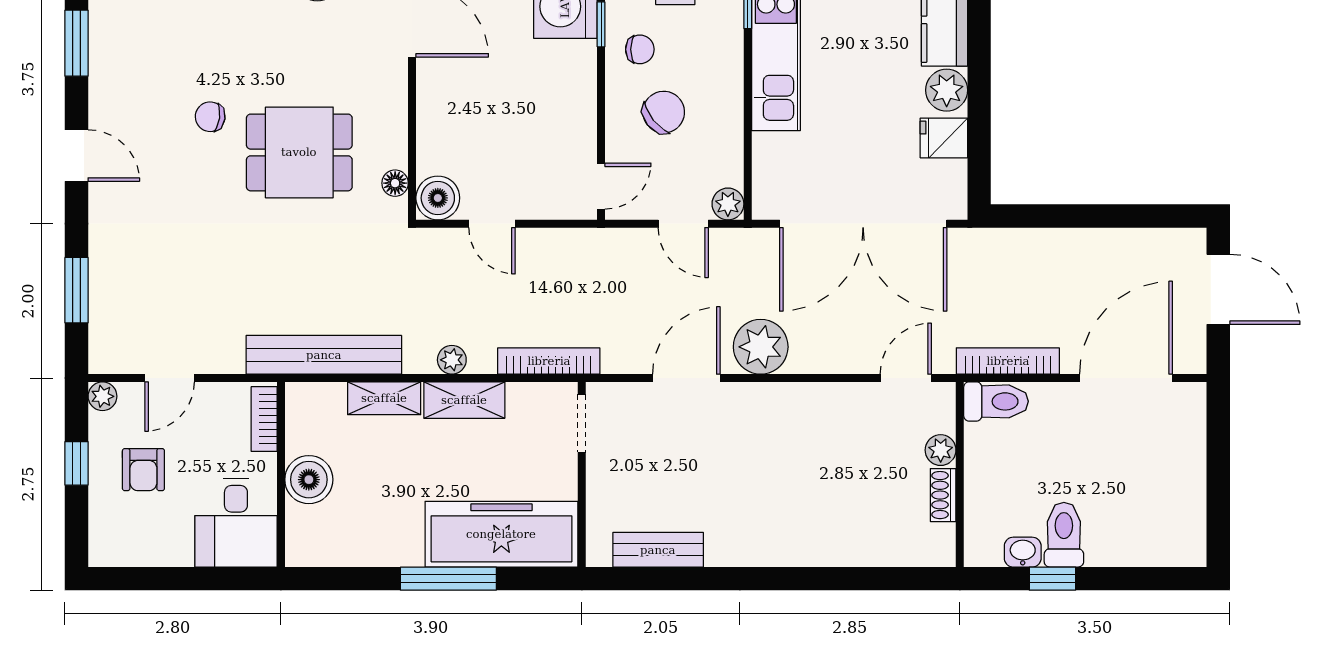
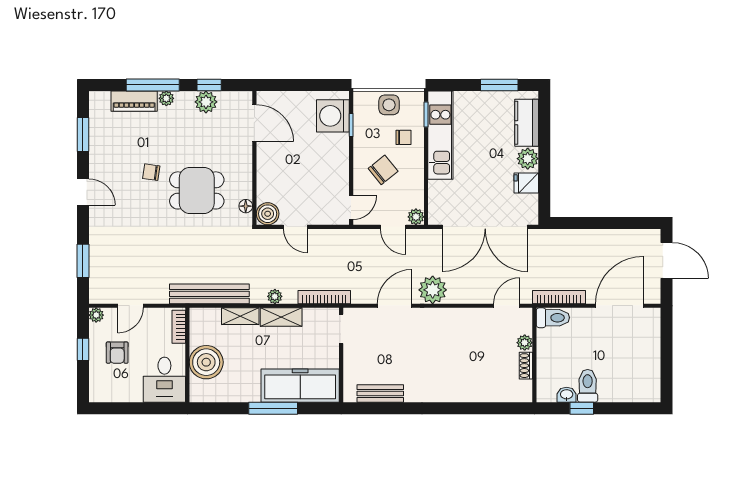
chair: (640, 49) -> (404, 137), moved
boiler: (309, 480) -> (206, 362), width x1.37, depth x1.37

